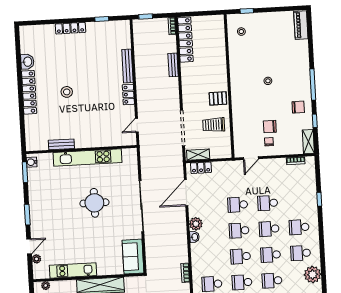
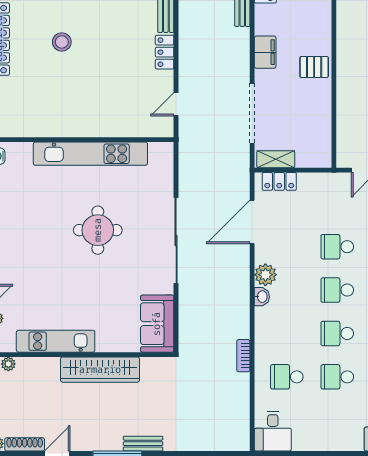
filing cabinet: (188, 91) -> (265, 52), added
trolley: (214, 125) -> (304, 111), removed
bench: (61, 144) -> (48, 129), removed

